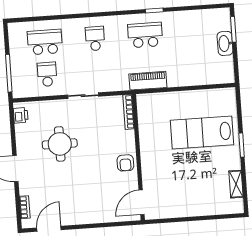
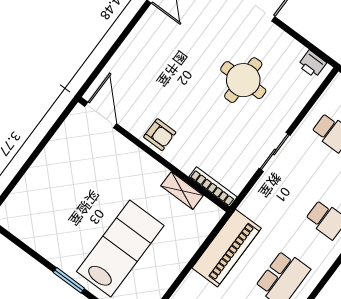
piano: (148, 81) -> (227, 248), width x1.37, depth x1.33
armchair: (125, 163) -> (160, 135), turned 180
shelving: (236, 184) -> (182, 191), moved

